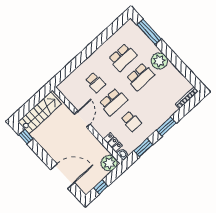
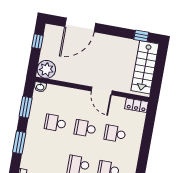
school desk: (113, 102) -> (85, 128), width x0.54
locker: (113, 142) -> (137, 105), moved

